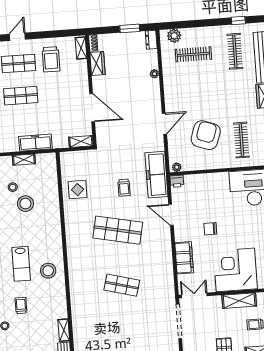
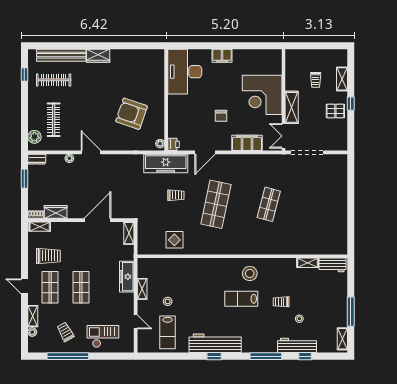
door: (164, 124) -> (91, 152), moved
clothes rail: (241, 140) -> (139, 80), removed
stool: (25, 204) -> (184, 290), removed
lab bench: (21, 264) -> (241, 299), turned 180
shelving: (239, 301) -> (292, 107), moved

